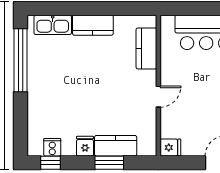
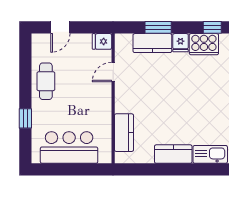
door: (158, 97) -> (113, 72), moved
cooker: (52, 147) -> (204, 44), width x1.87, depth x1.31

